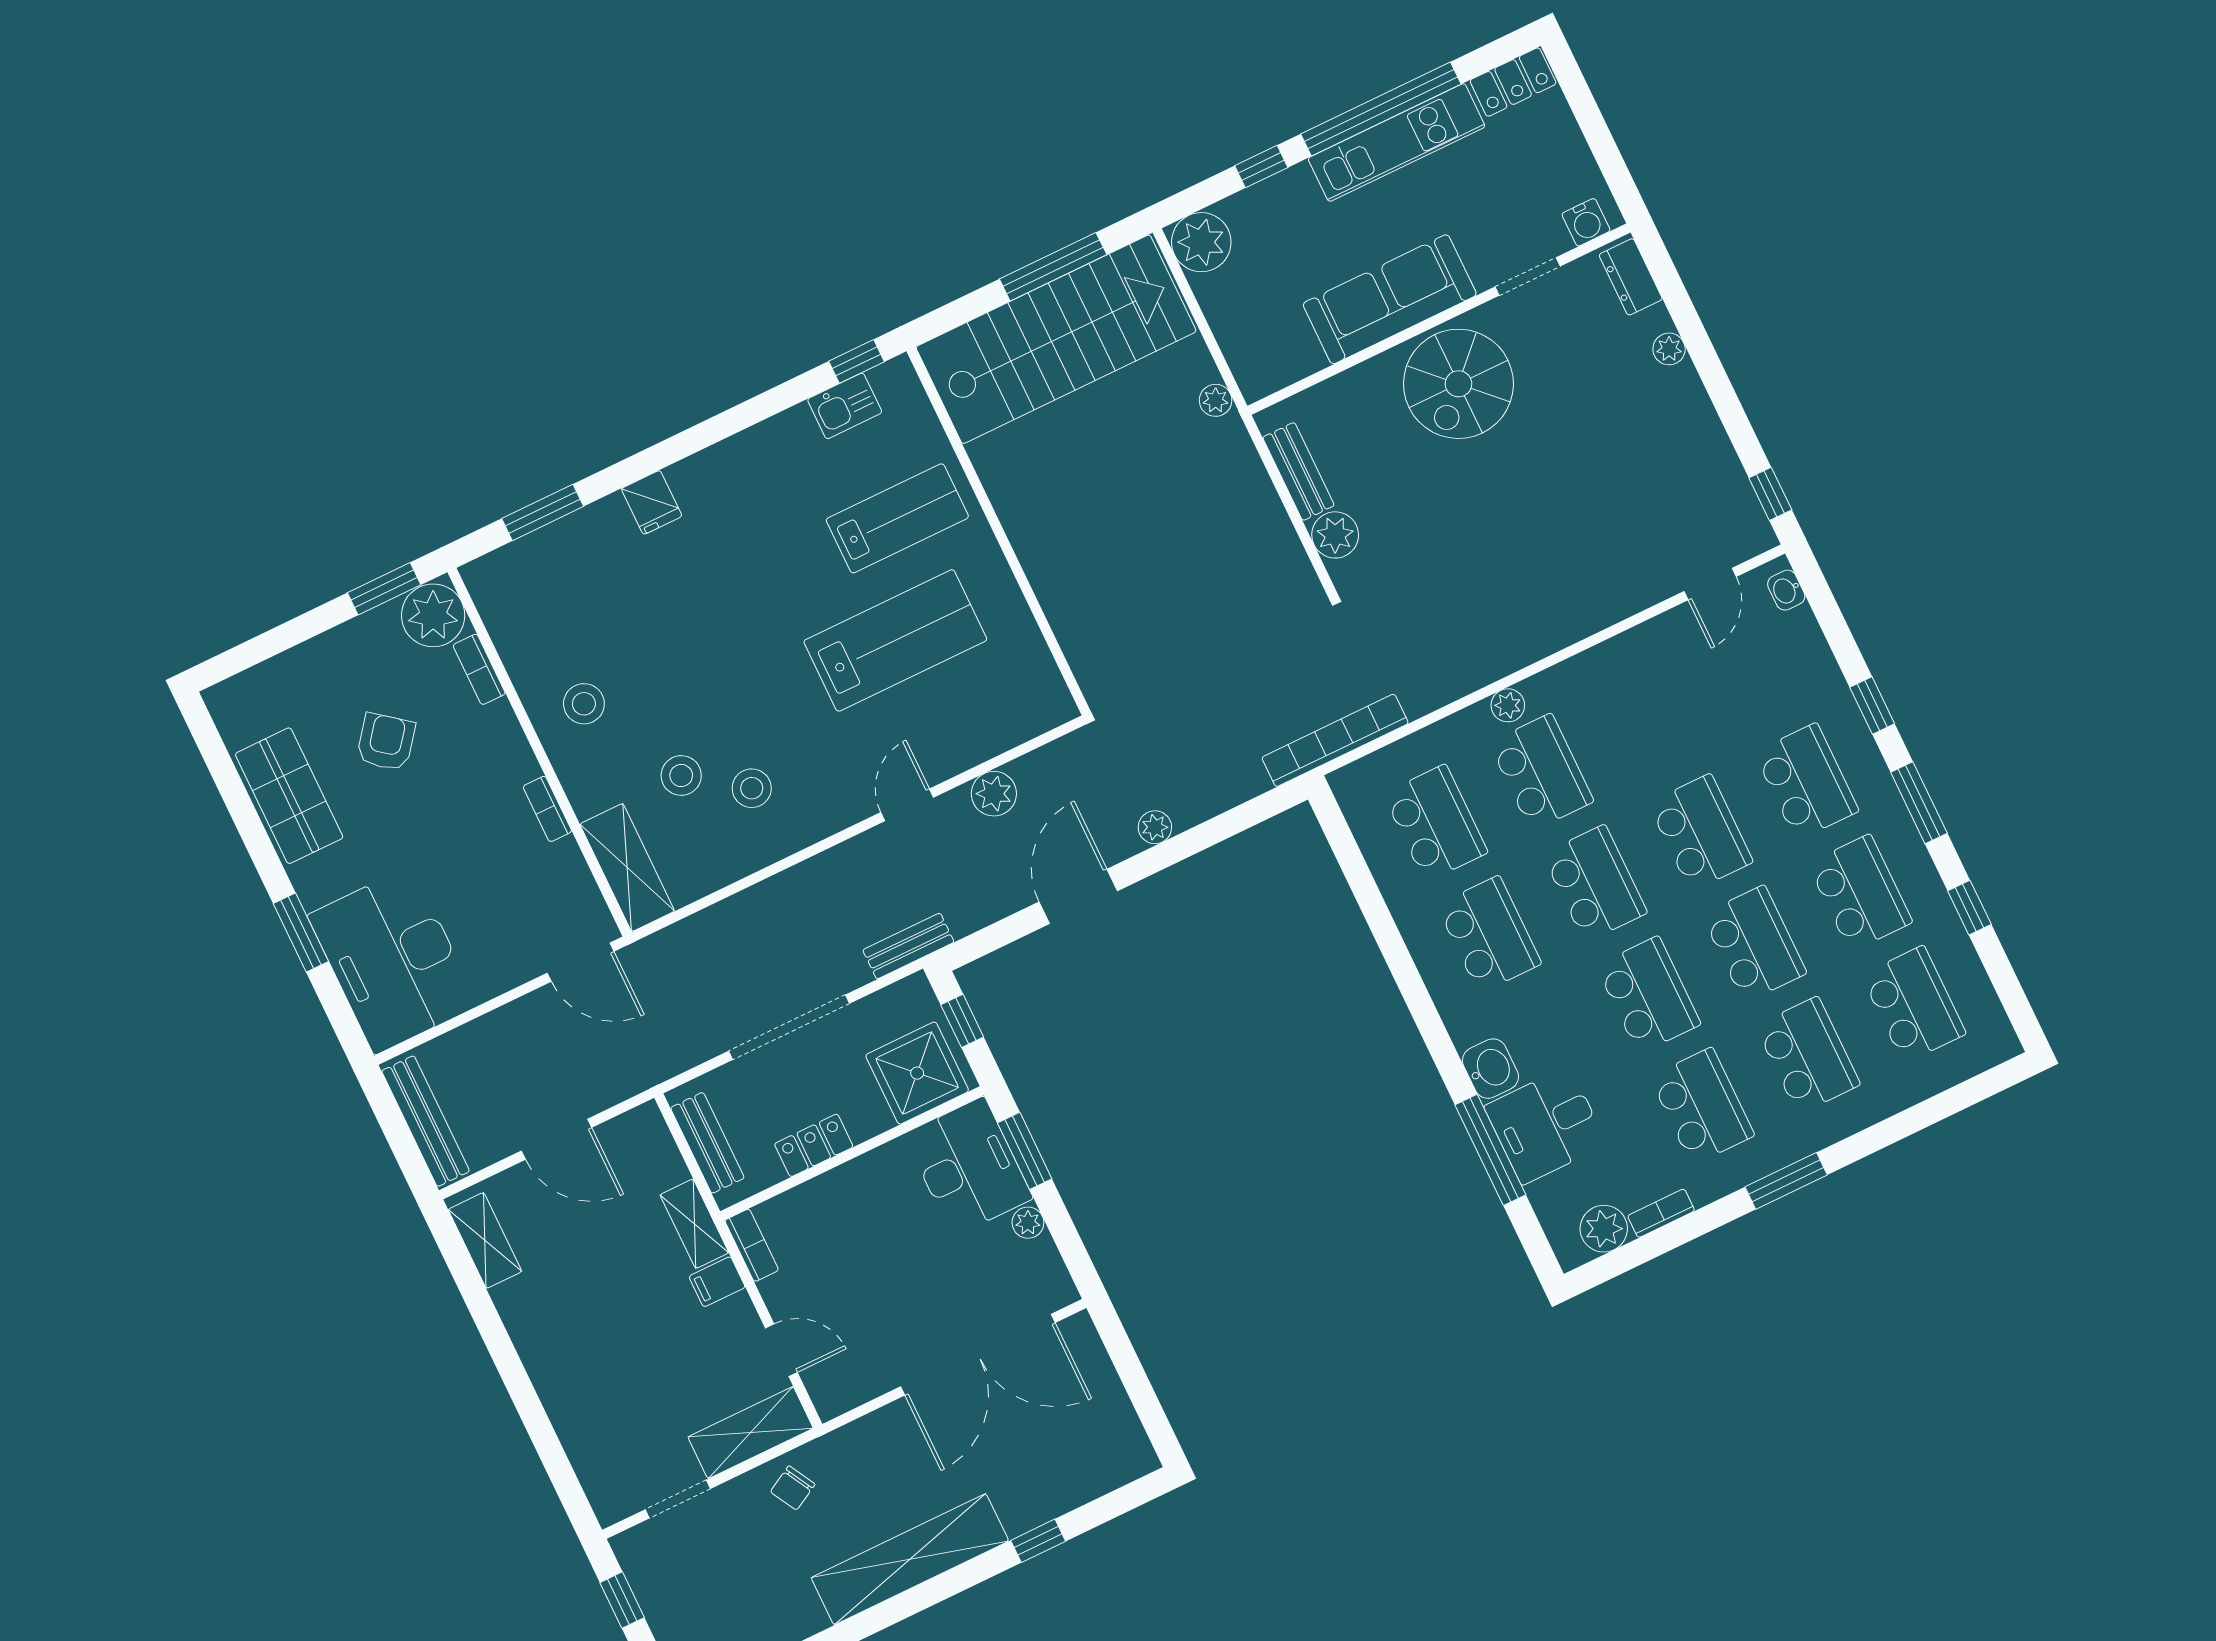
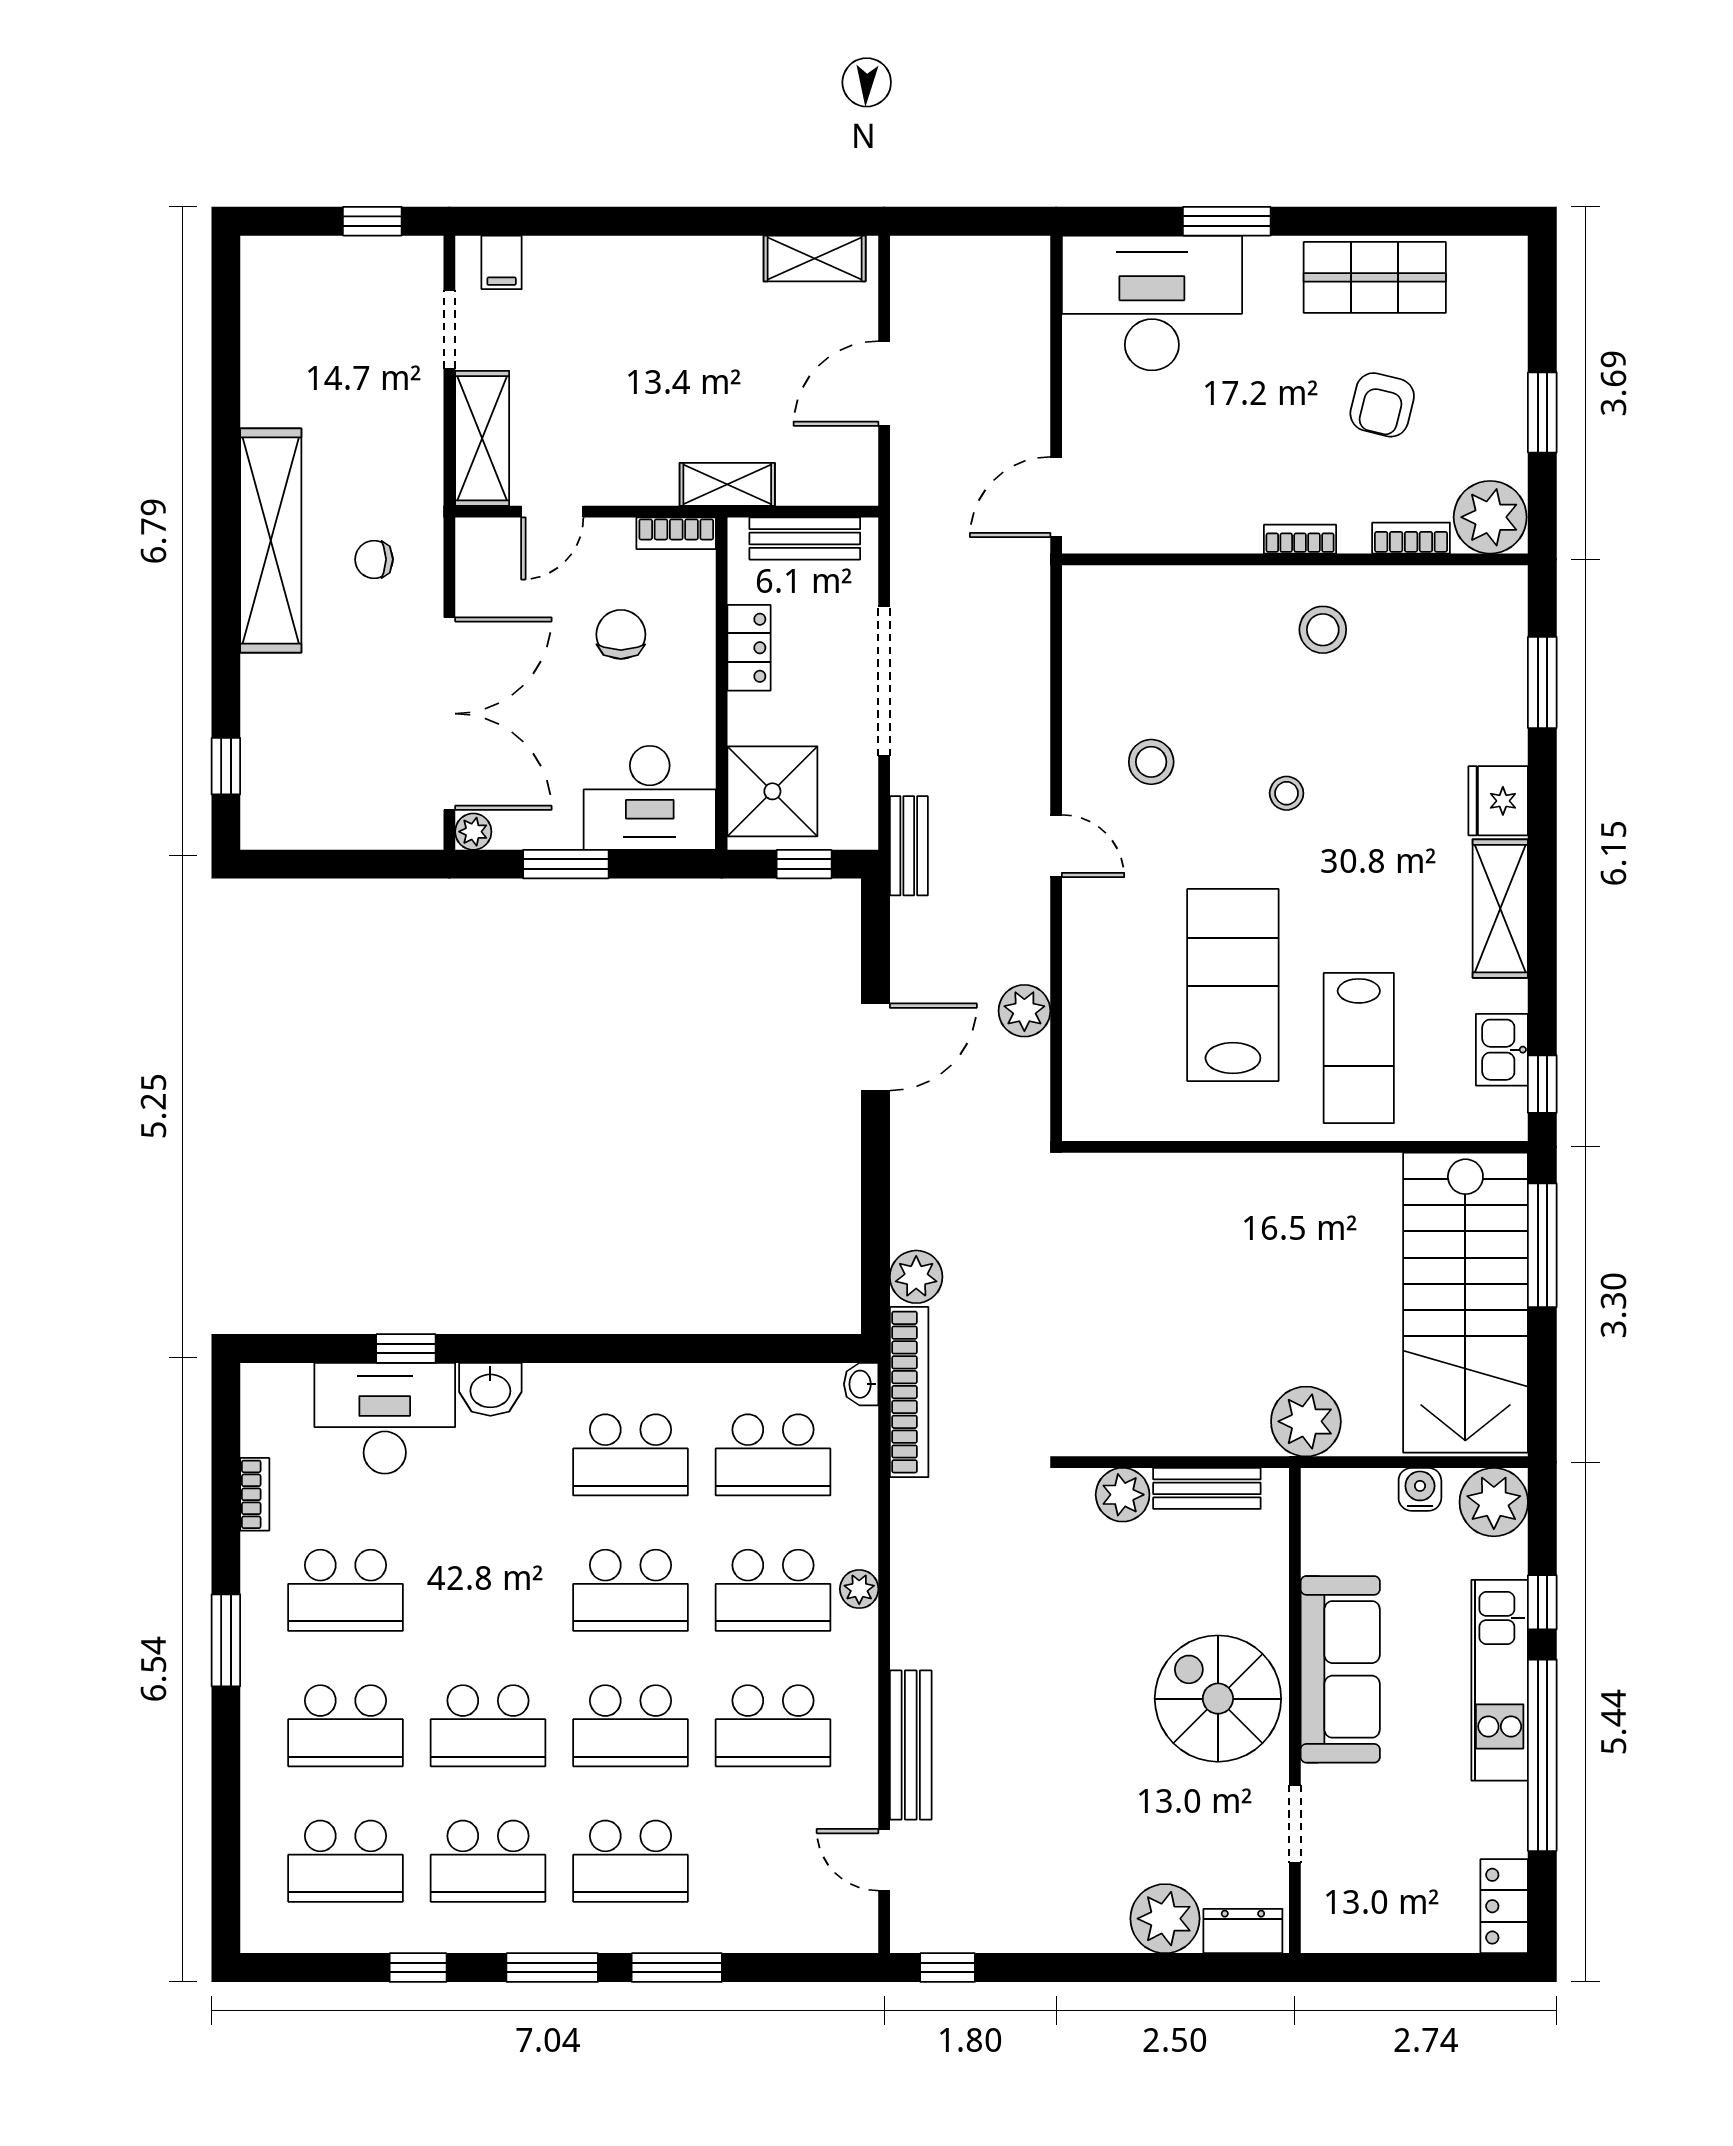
kitchen unit: (1397, 142) -> (1500, 1680), moved
water cooler: (1586, 222) -> (1420, 1489), moved, turned 90
window: (1053, 267) -> (1542, 1245), moved
plant: (1669, 349) -> (1165, 1919), width x1.87, depth x1.87
plant: (1216, 400) -> (1306, 1421), width x1.87, depth x1.87
fridge: (652, 502) -> (1498, 801), width x1.38
window: (384, 589) -> (1542, 412), moved
washbasin: (1786, 590) -> (861, 1384), moved, turned -90
lab bench: (895, 640) -> (1233, 985), turned 180
window: (1872, 705) -> (677, 1968), width x1.50
armchair: (386, 742) -> (1382, 405), turned 66
stool: (681, 775) -> (1287, 793), moved, width x0.73, depth x0.73
door: (907, 805) -> (1056, 846), moved
bookcase: (547, 809) -> (1300, 539), moved
plant: (1155, 827) -> (916, 1277), moved, width x1.38, depth x1.38
shelving: (627, 867) -> (1500, 909), moved, turned 90
door: (1078, 896) -> (875, 1047), hinge flipped
school desk: (1648, 995) -> (773, 1726), moved
bench: (426, 1121) -> (911, 1745), moved, turned 90
desk: (1546, 1125) -> (385, 1418), width x1.37
window: (1490, 1150) -> (406, 1348), width x0.46
window: (1025, 1151) -> (566, 864), moved
plant: (1028, 1223) -> (473, 832), moved
plant: (1604, 1229) -> (267, 1427), removed
chair: (852, 1250) -> (621, 634), added
filing cabinet: (717, 1282) -> (502, 262), moved, turned 180
double door: (978, 1355) -> (449, 714), swing flipped
chair: (793, 1488) -> (374, 559), moved, turned -61
window: (1038, 1541) -> (226, 766), moved

